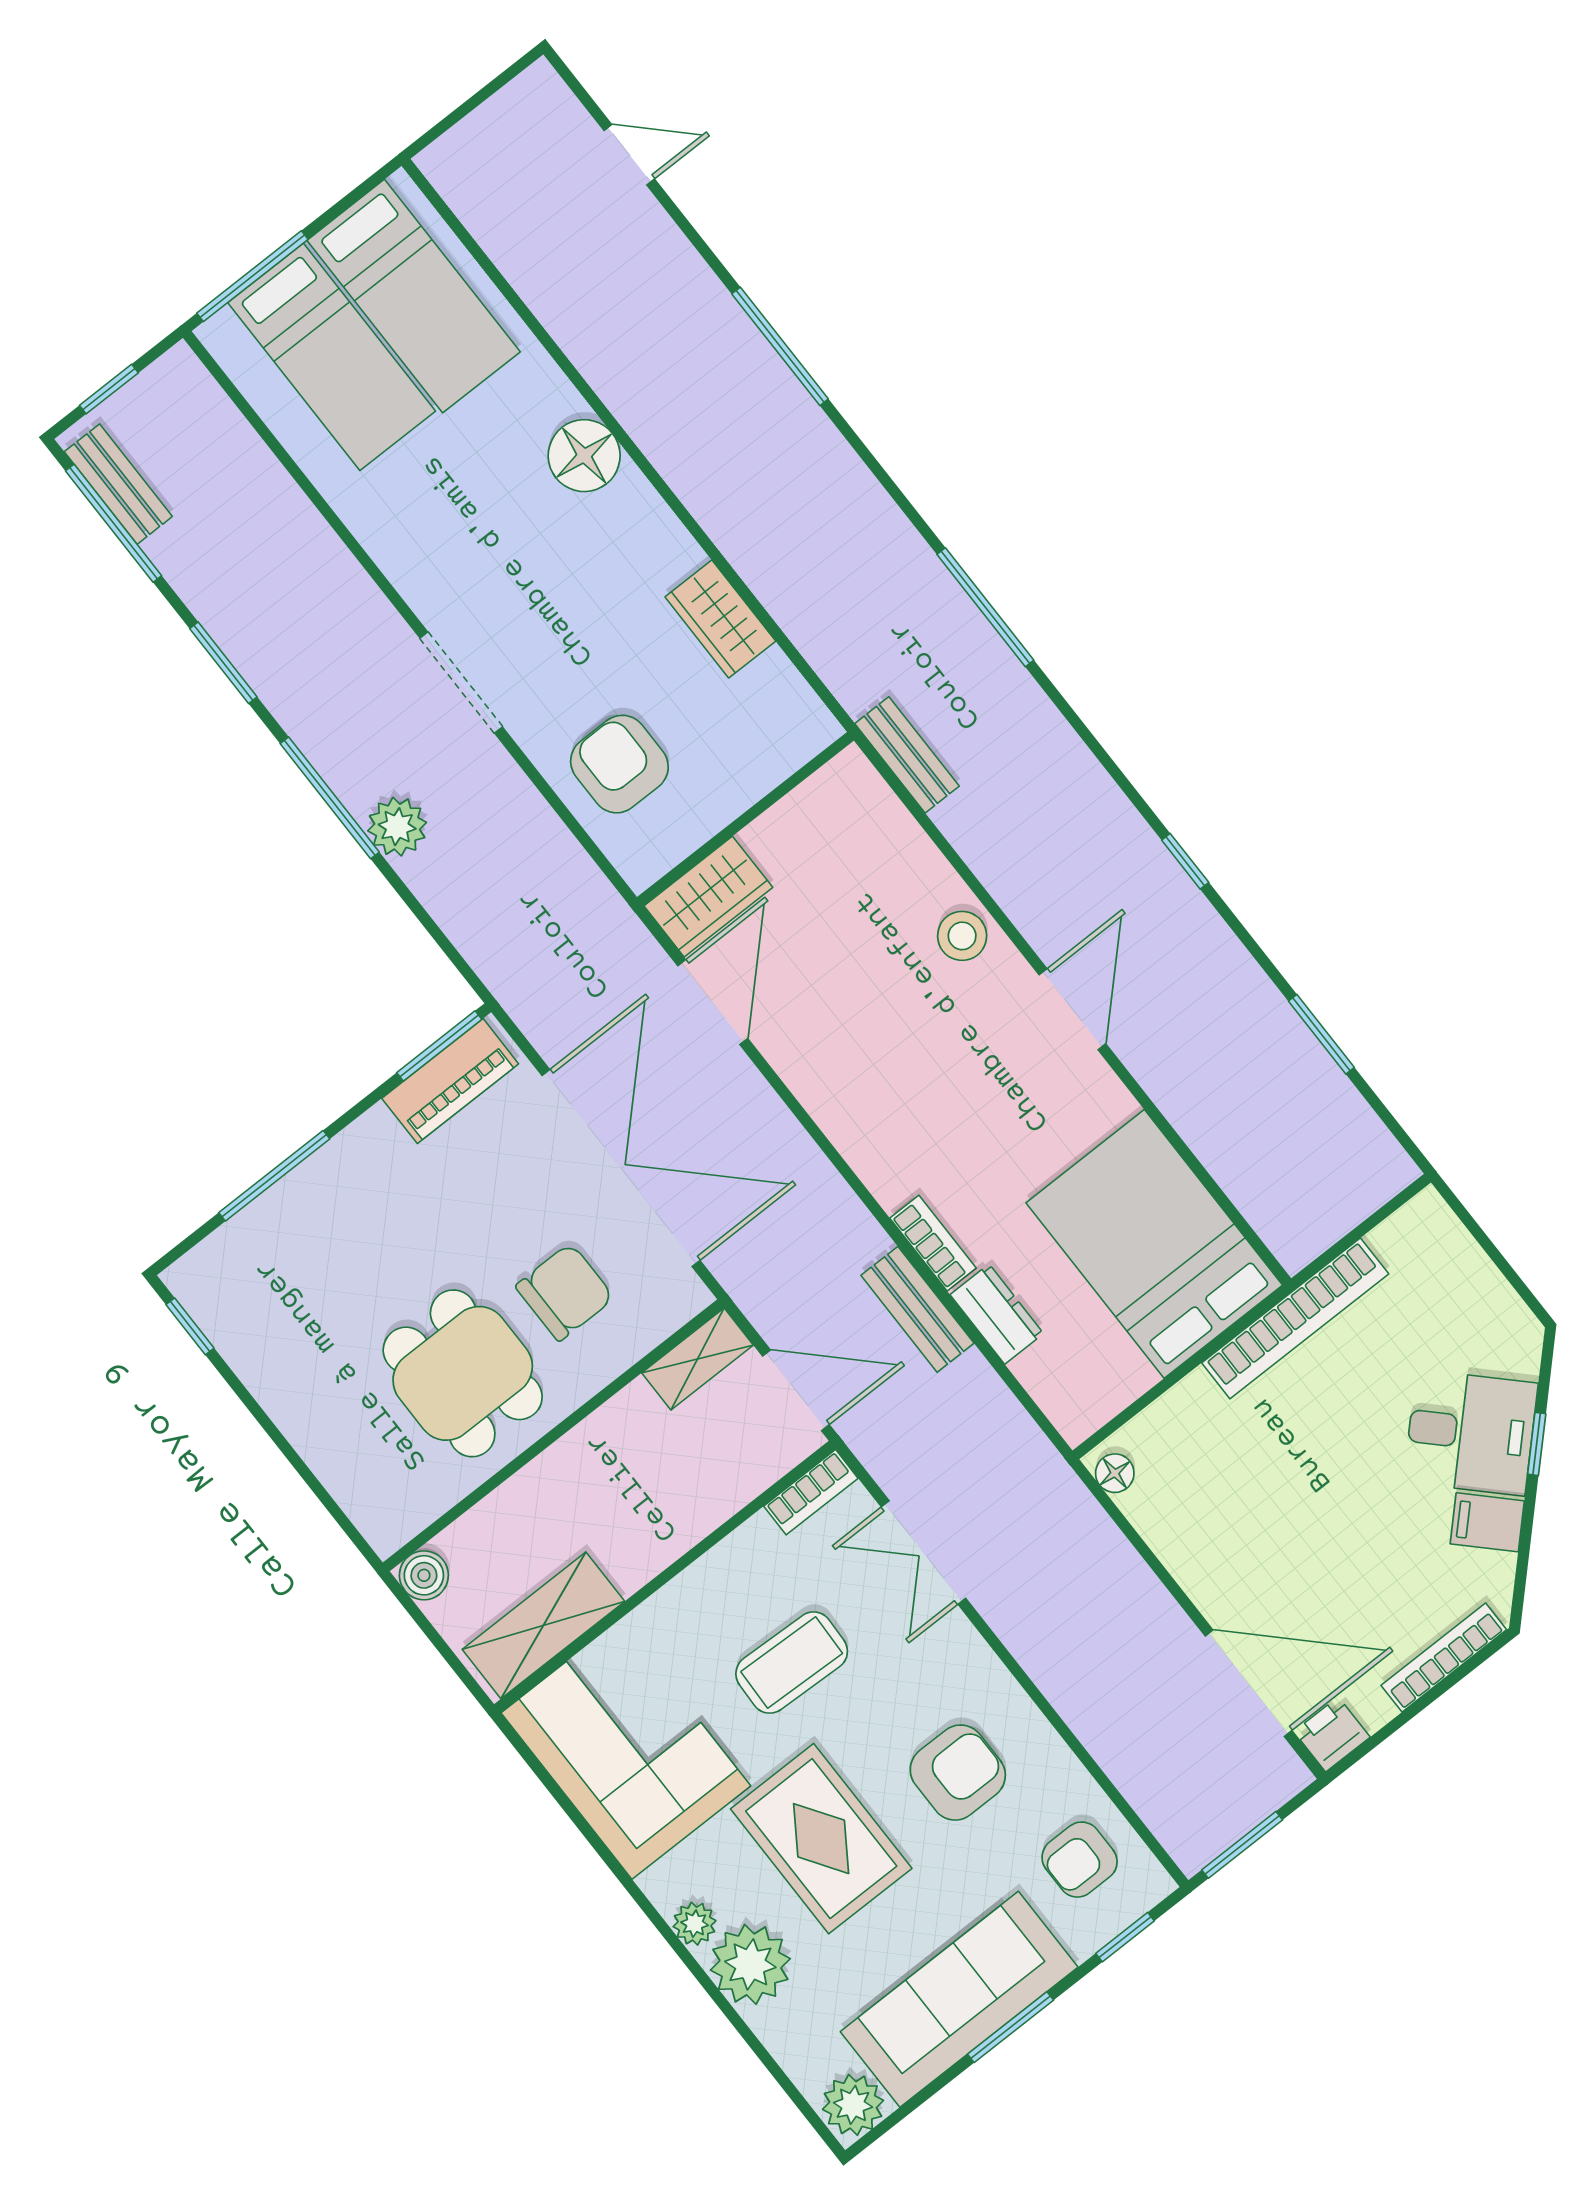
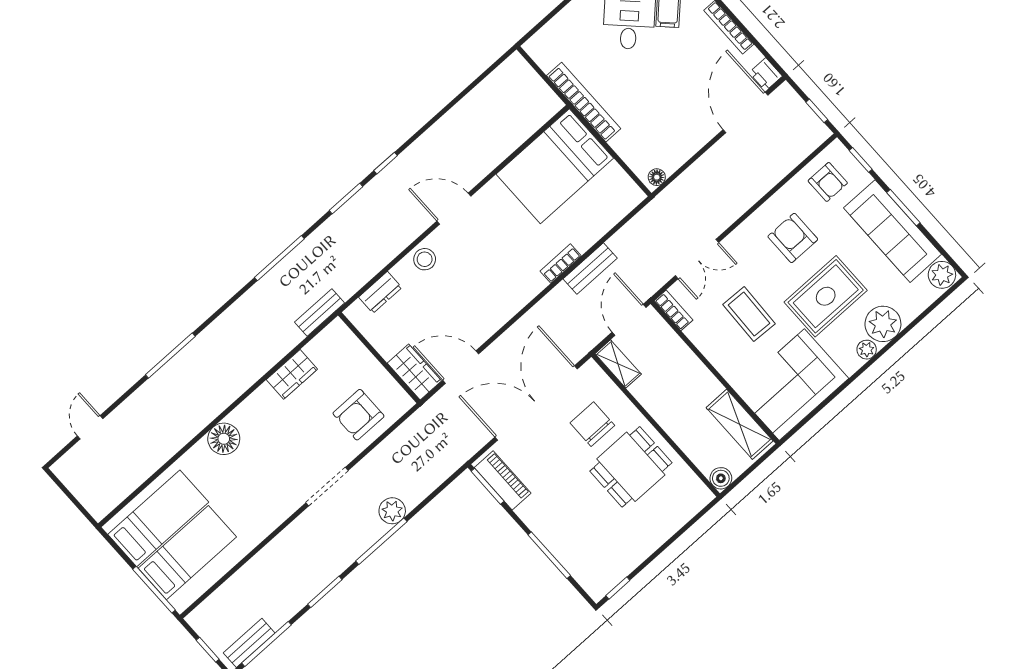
bench: (907, 755) -> (320, 313), moved
window: (1321, 1034) -> (346, 198), moved
dresser: (997, 1314) -> (380, 292), moved, turned 180
window: (1242, 1845) -> (817, 111), width x0.67

